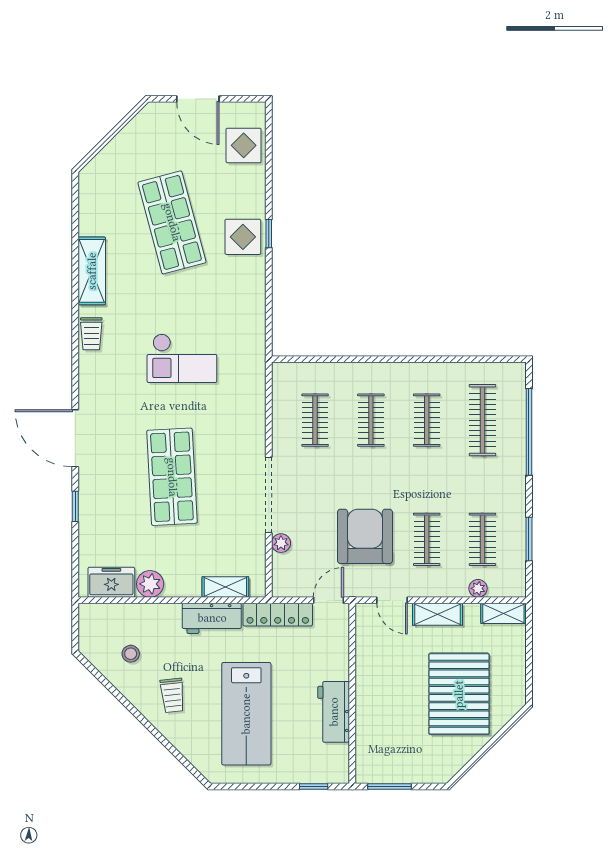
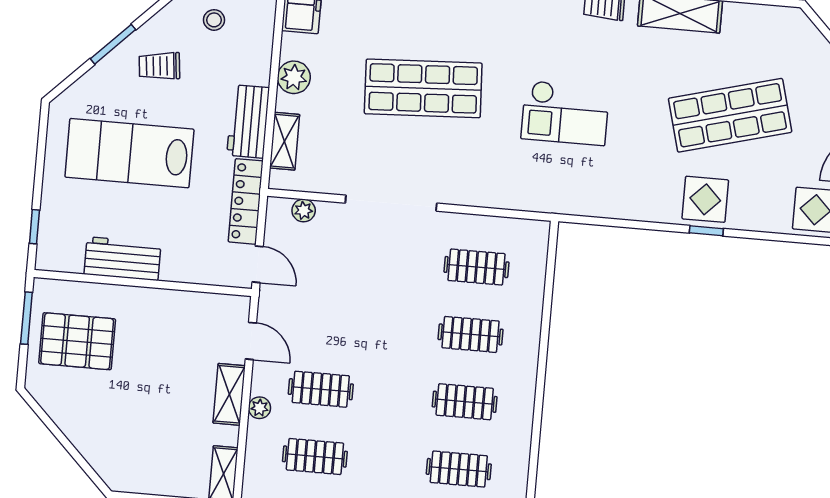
checkout: (182, 358) -> (565, 113), turned -90
clothes rail: (482, 420) -> (459, 469), width x0.73
armchair: (365, 536) -> (331, 315), removed
plant: (281, 543) -> (304, 211), moved
plant: (150, 584) -> (294, 77), moved
plant: (478, 588) -> (260, 408), moved
door: (392, 600) -> (251, 341), swing flipped
pallet: (459, 694) -> (77, 341), moved, width x0.73, depth x0.71
window: (158, 735) -> (113, 44), added

